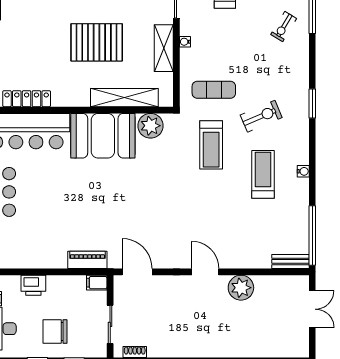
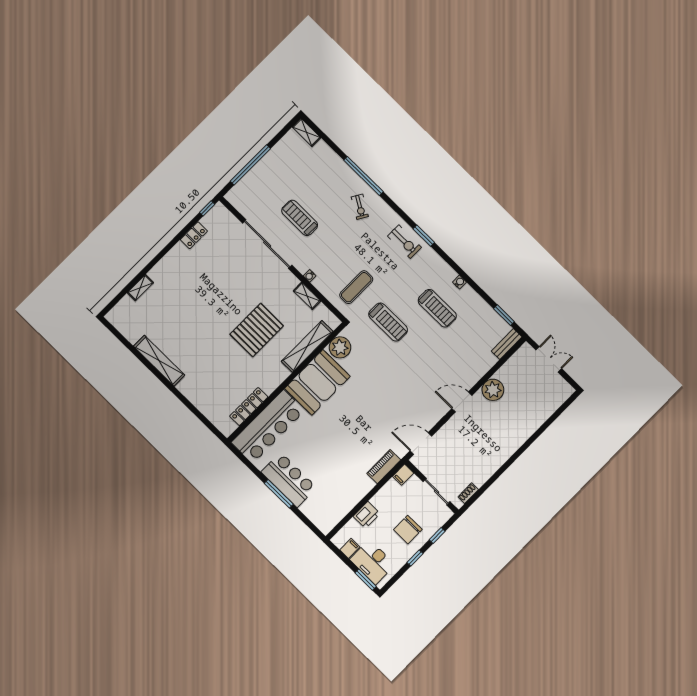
shelving: (164, 48) -> (307, 296), width x0.67, depth x0.75
exercise bike: (261, 116) -> (405, 242), moved, turned 113
treadmill: (263, 174) -> (437, 308), turned 180
window: (312, 235) -> (504, 315), width x0.47

